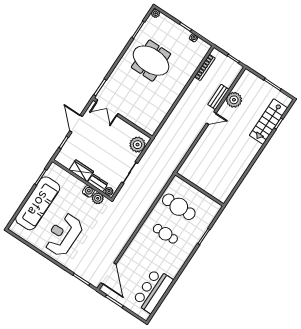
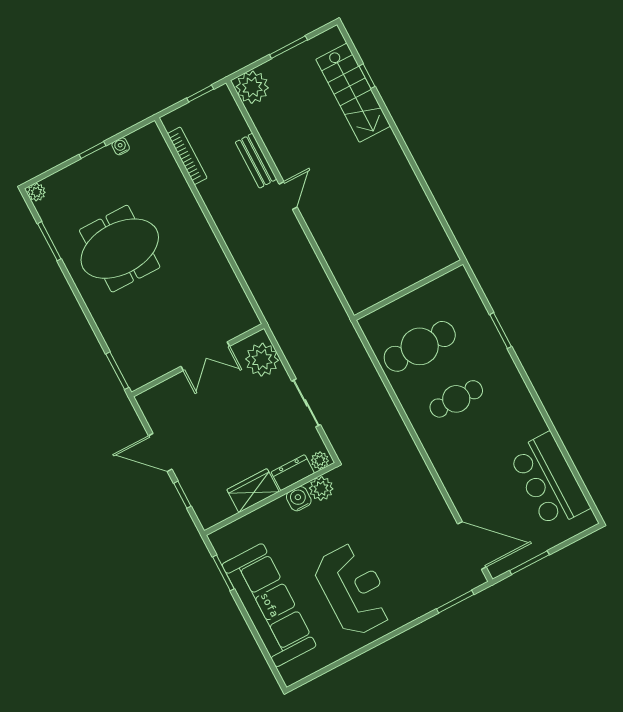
plant: (234, 100) -> (252, 87), moved
double door: (107, 108) -> (205, 356), moved
reception desk: (63, 235) -> (353, 589), turned 180

